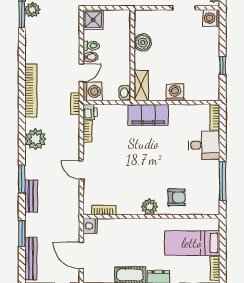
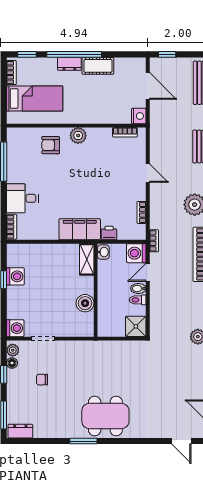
washing machine: (175, 92) -> (15, 276), moved, turned -90
printer: (90, 112) -> (109, 233), moved, turned 90

